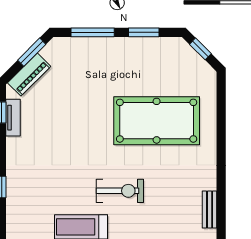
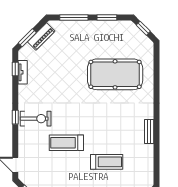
window: (32, 52) -> (27, 38), moved
piano: (29, 75) -> (41, 36), moved
exercise bike: (120, 191) -> (36, 119), moved

